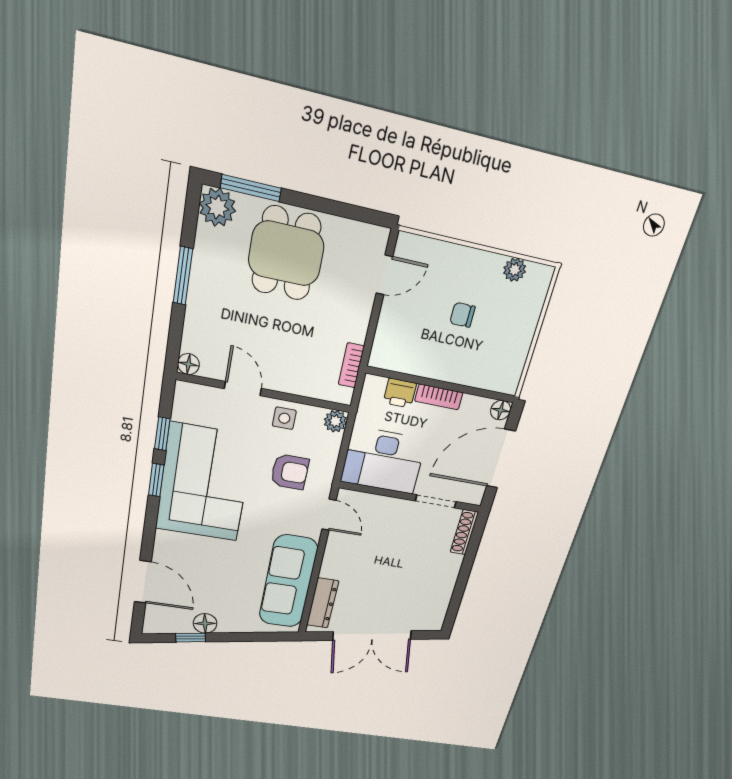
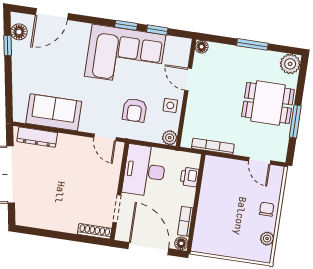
window: (251, 188) -> (295, 121), moved
chair: (462, 315) -> (267, 209), moved
bookcase: (351, 365) -> (213, 146), width x1.56
door: (243, 389) -> (188, 79), swing flipped
bookcase: (439, 397) -> (185, 221), moved
door: (329, 515) -> (105, 137), hinge flipped
sofa: (288, 582) -> (54, 112), width x0.73
floor lamp: (205, 623) -> (19, 32), moved

